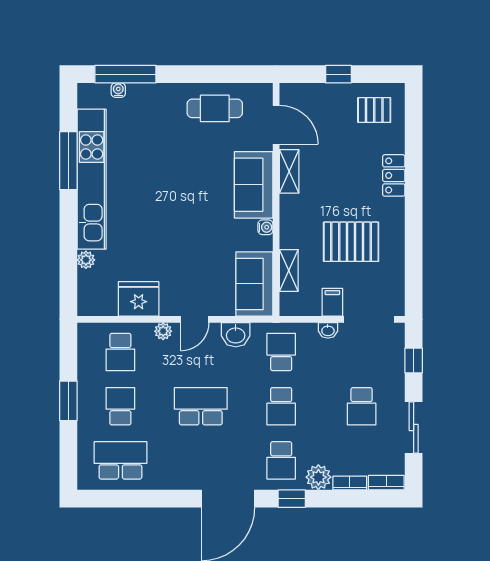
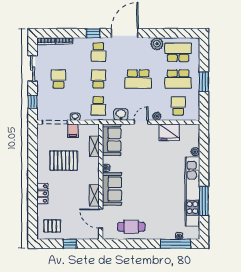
school desk: (120, 406) -> (178, 79), width x1.85
school desk: (120, 460) -> (178, 52), turned 180
school desk: (281, 460) -> (98, 52), turned 180
plant: (318, 477) -> (157, 44), moved

